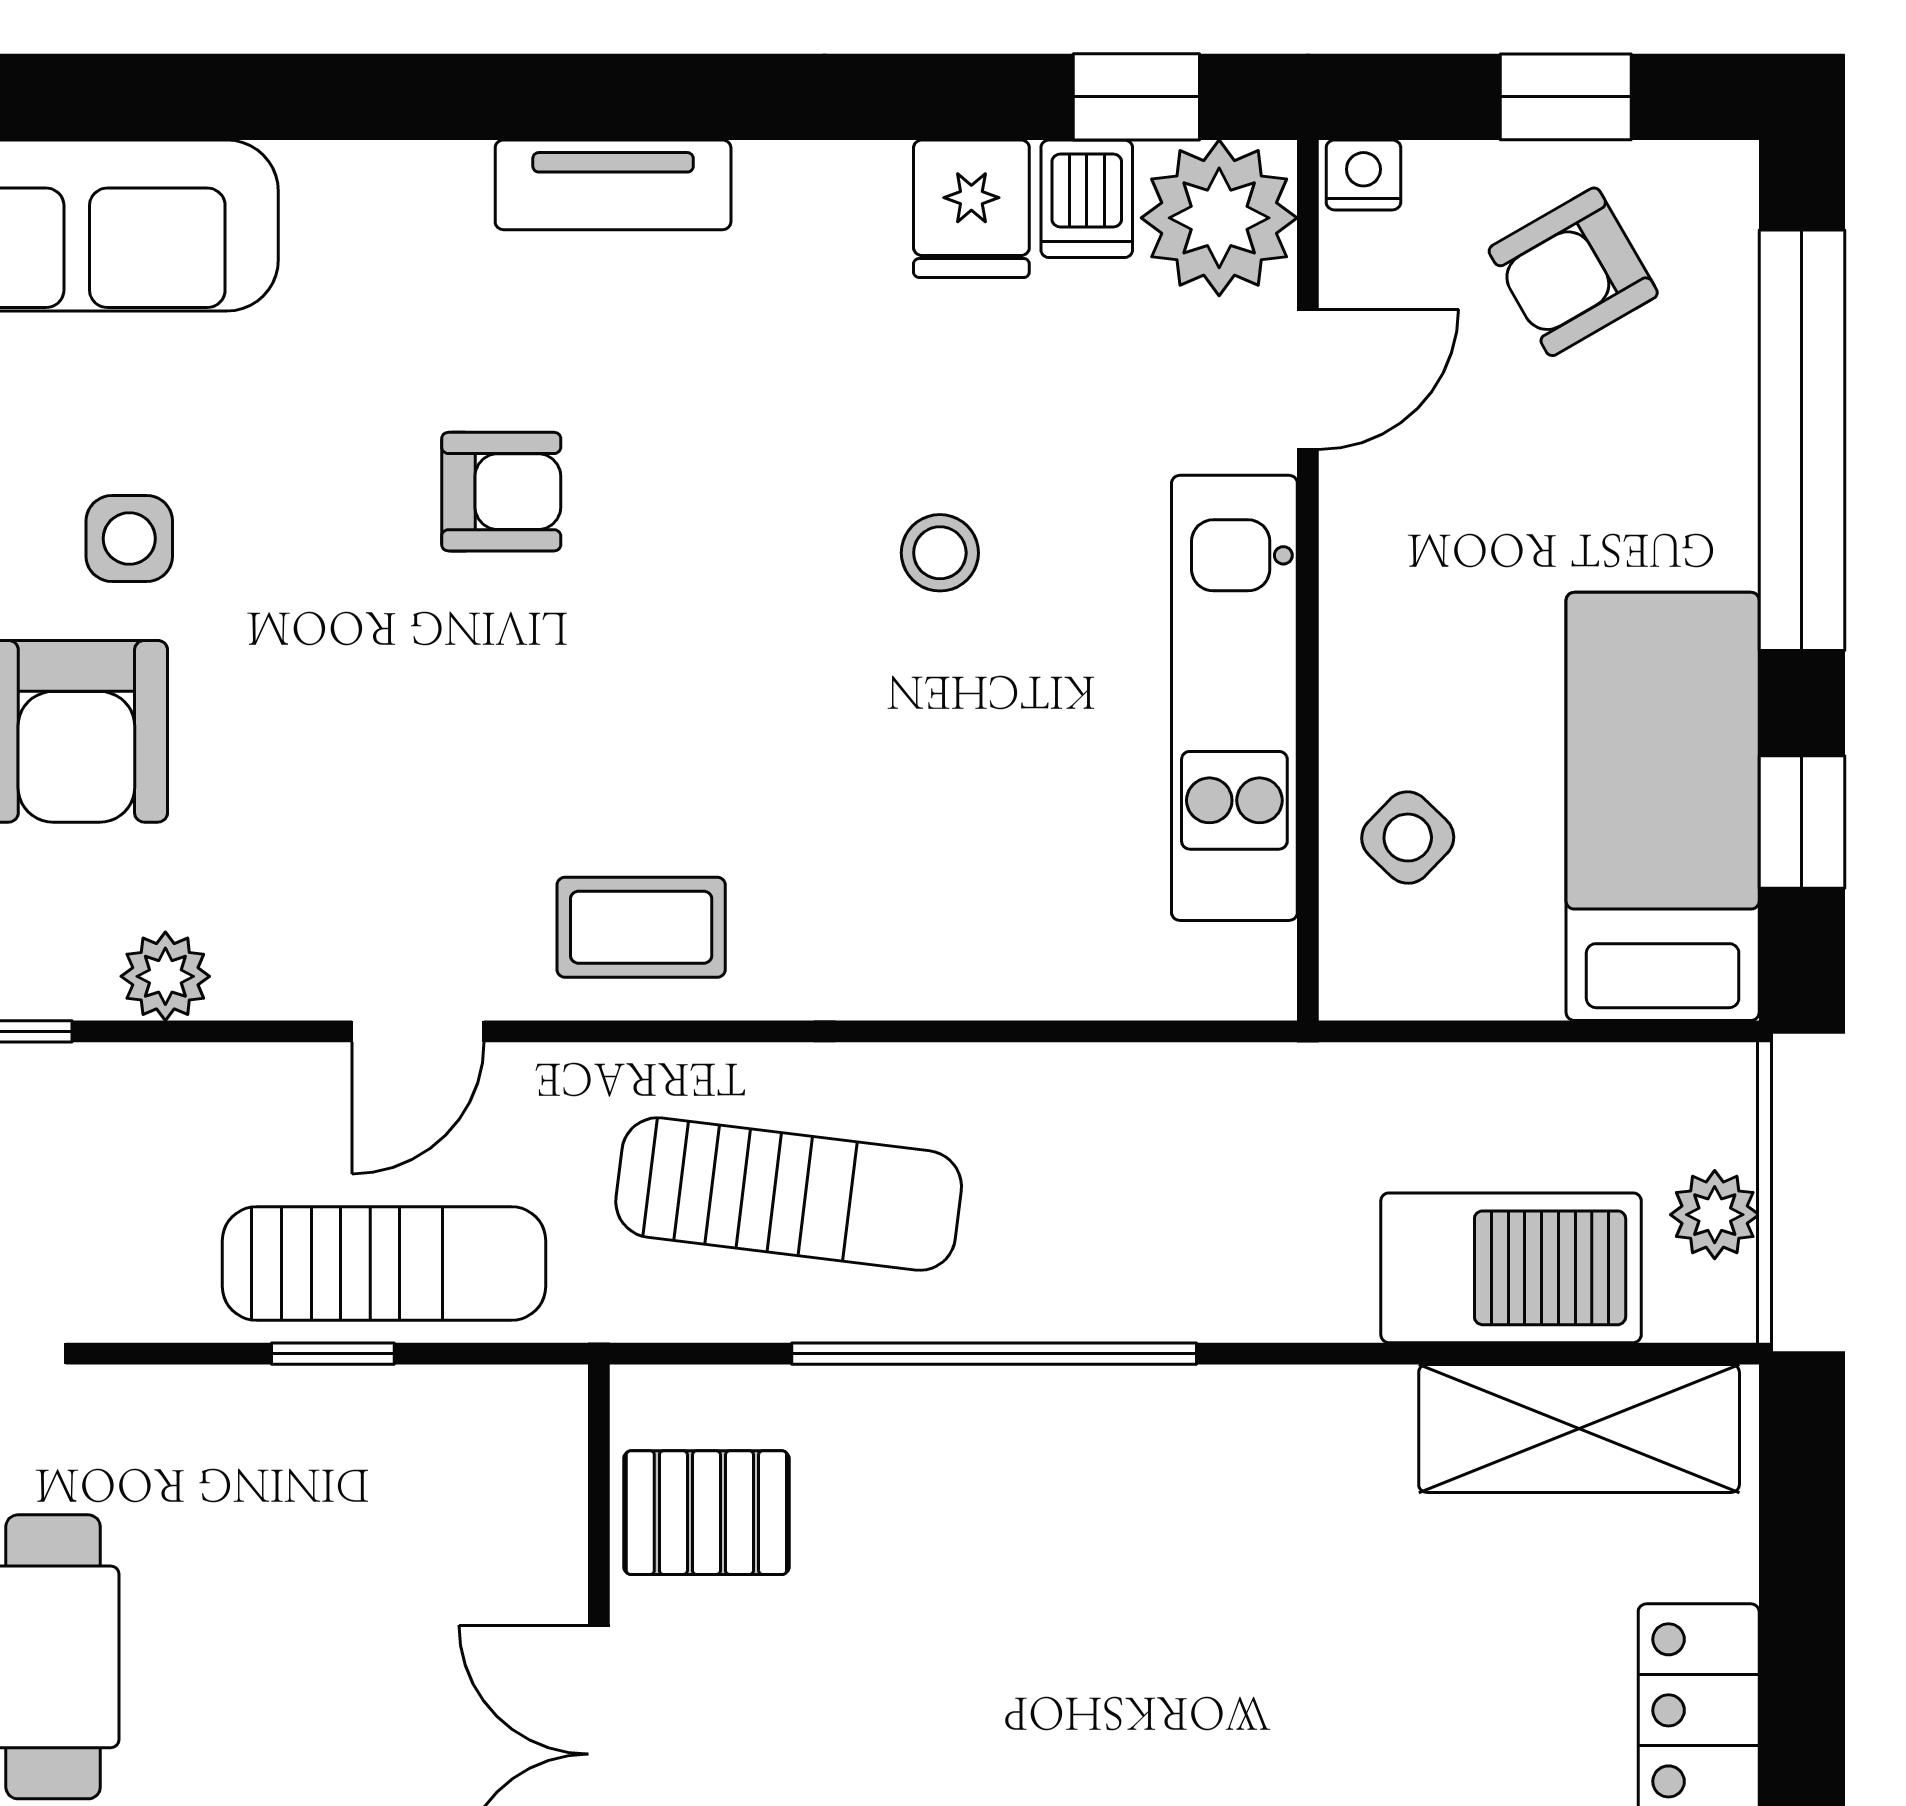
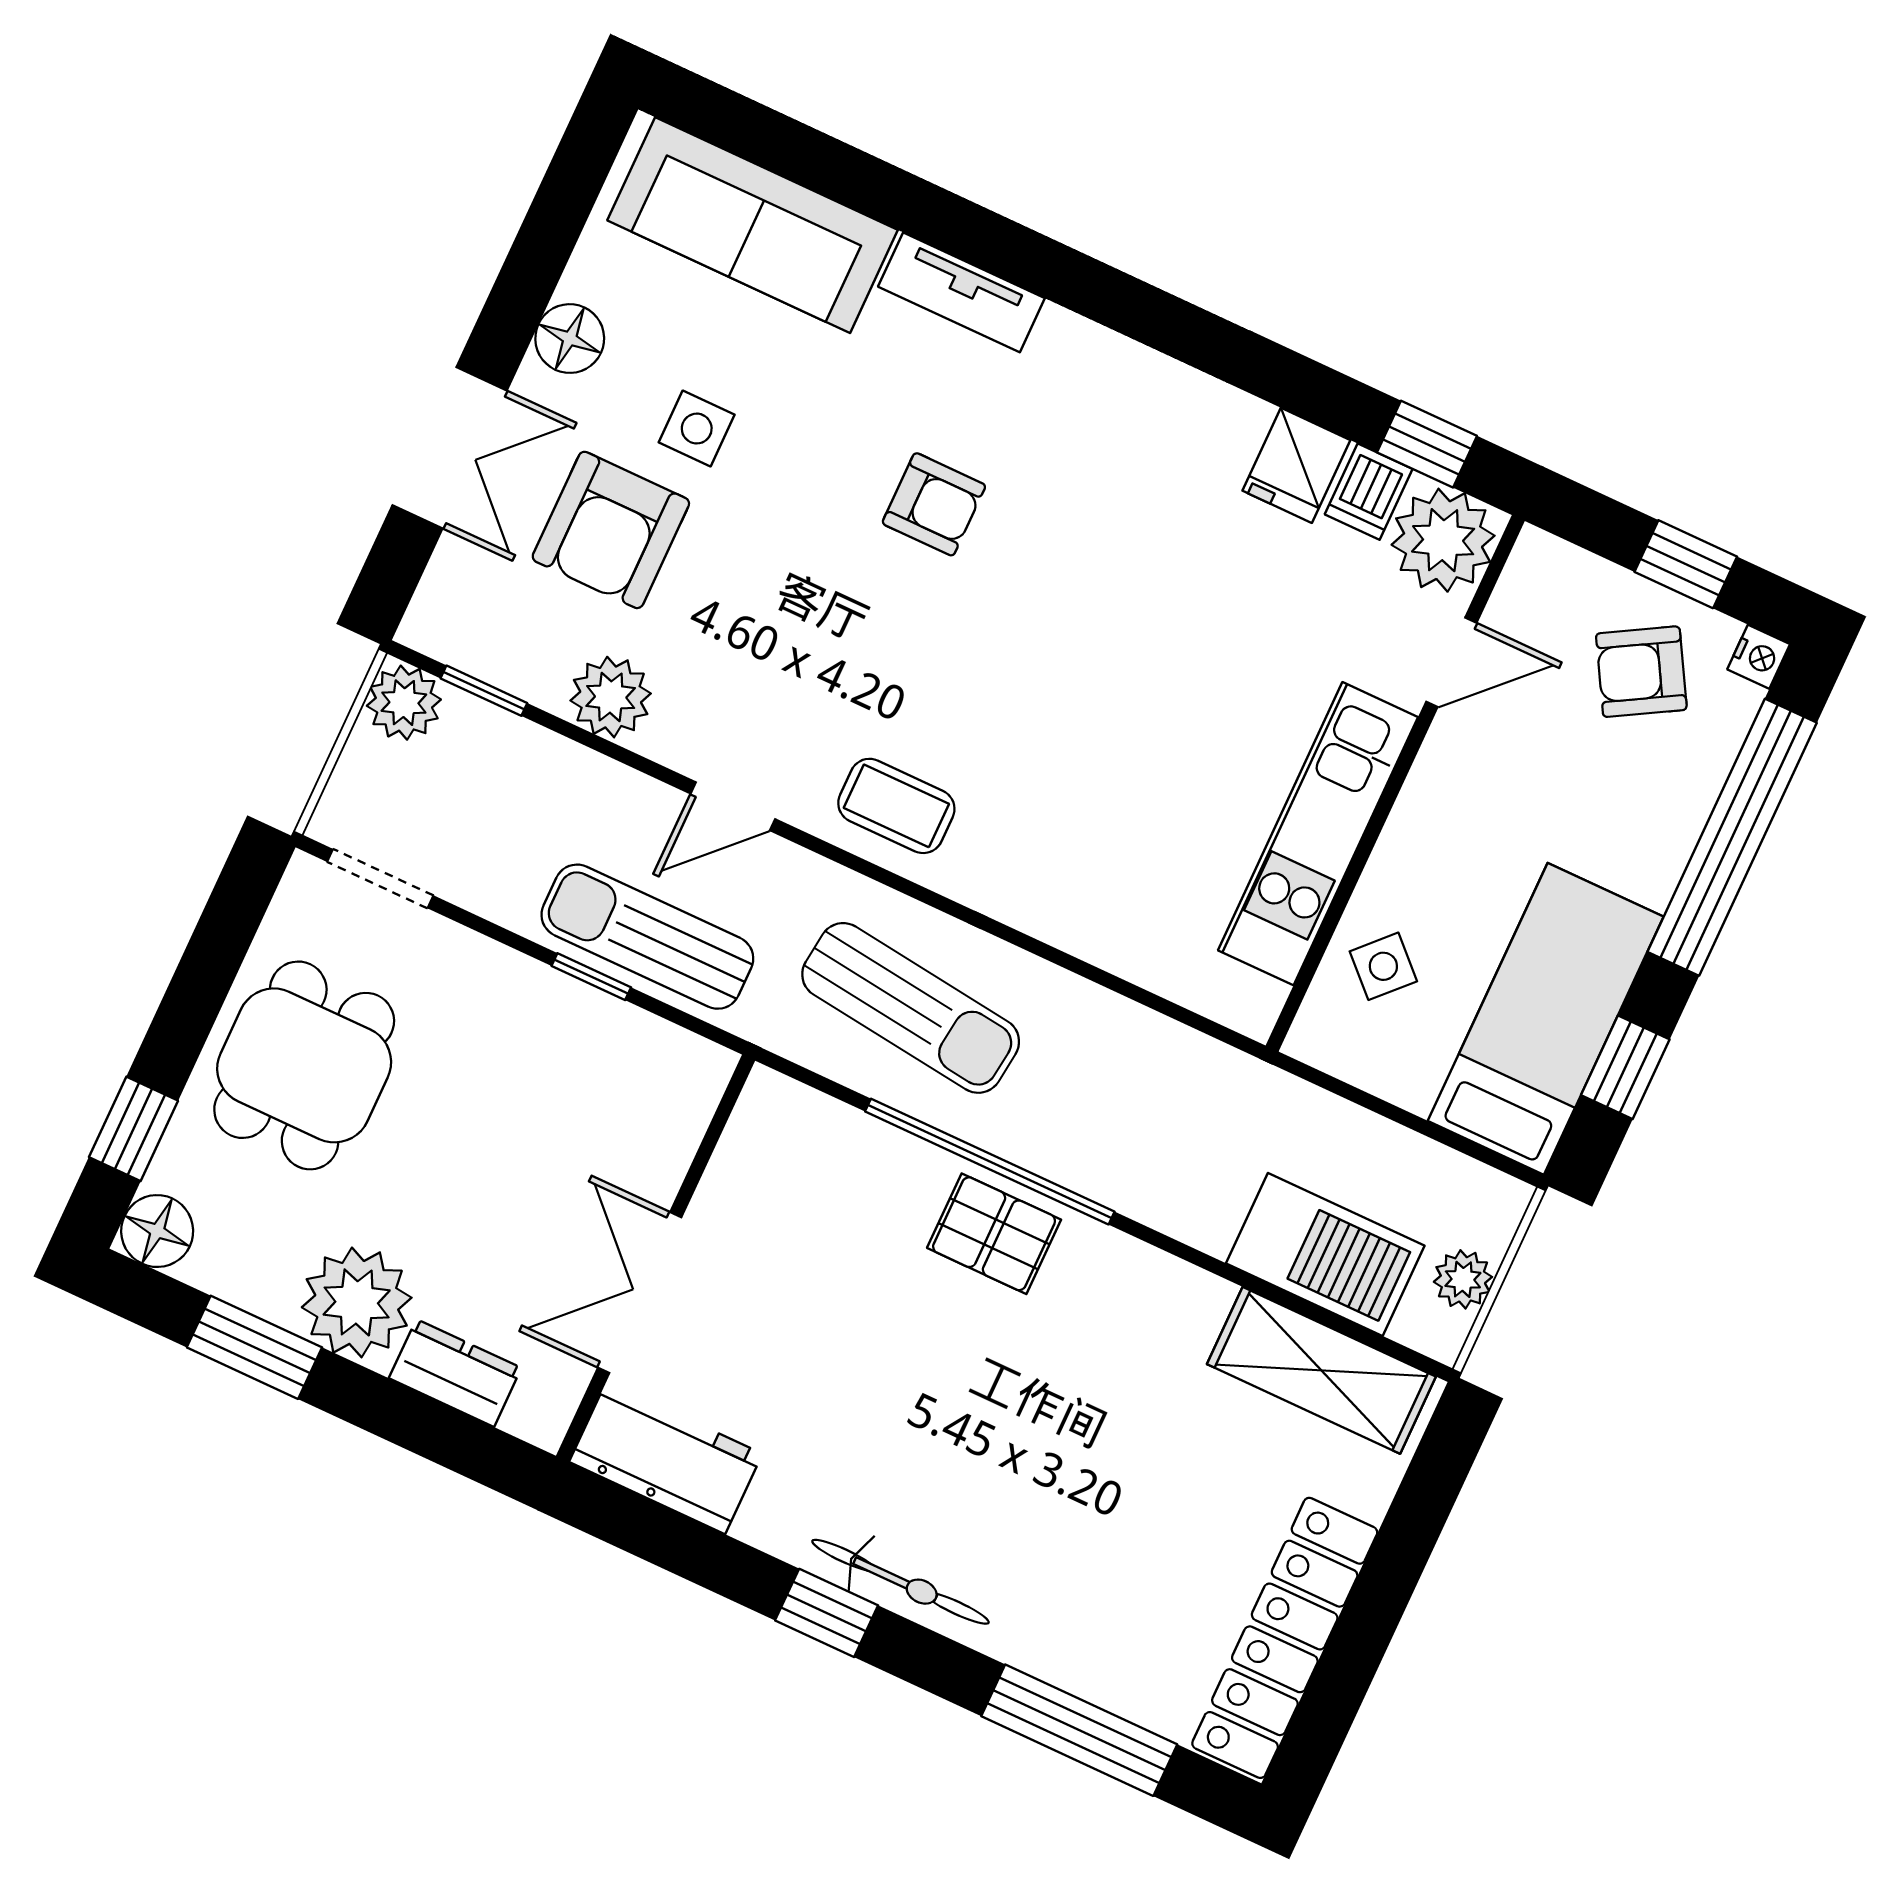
nightstand: (1363, 175) -> (1759, 657), moved, turned 90
tv unit: (613, 185) -> (961, 292), moved
stool: (940, 553) -> (1181, 664), removed
plant: (165, 976) -> (611, 697), width x1.38, depth x1.38
sun lounger: (384, 1264) -> (647, 937), turned 180
pallet: (706, 1513) -> (994, 1234), moved

